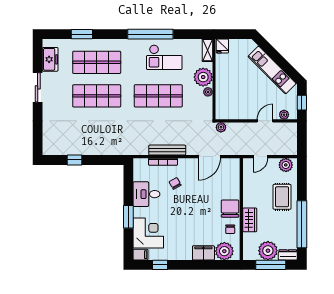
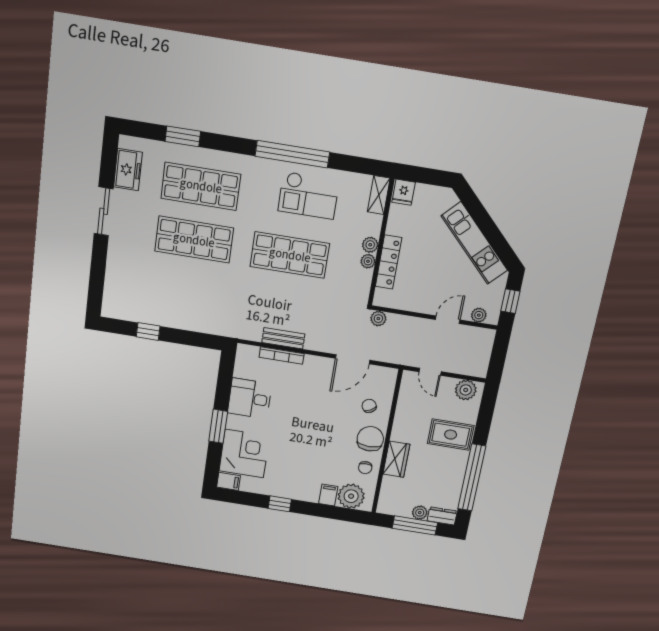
plant: (203, 77) -> (370, 245), width x0.53, depth x0.53
locker: (221, 90) -> (388, 262), added
bench: (167, 150) -> (283, 338), width x0.73
door: (260, 157) -> (430, 372), hinge flipped
chair: (175, 183) -> (369, 406), moved
rug: (282, 197) -> (451, 435), turned 90
plant: (268, 251) -> (420, 513), width x0.53, depth x0.53
filing cabinet: (203, 253) -> (328, 495), width x0.50
window: (160, 265) -> (280, 504), moved

